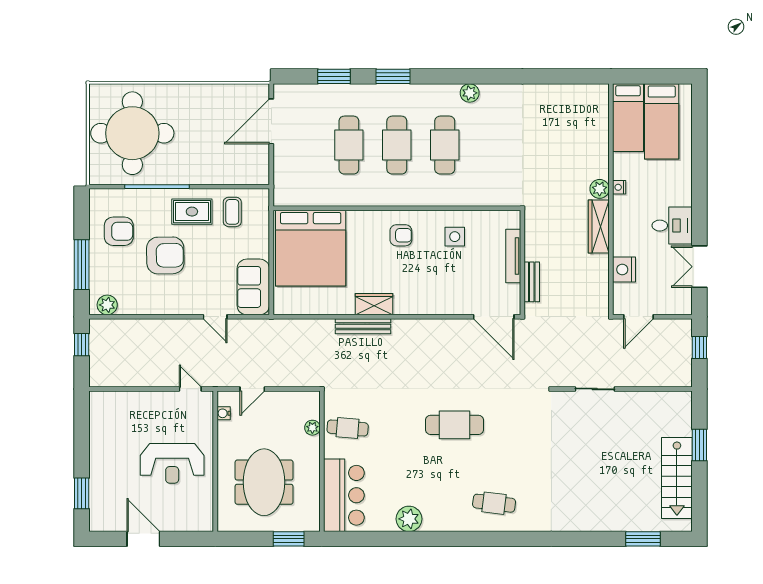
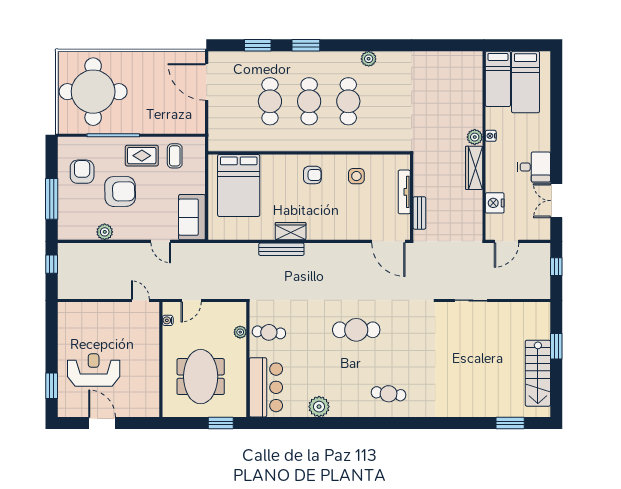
door: (271, 121) -> (207, 82), hinge flipped
armchair: (119, 231) -> (82, 172), turned -90
bed: (311, 248) -> (239, 185), width x0.73
plant: (107, 305) -> (105, 232), moved
reception desk: (172, 463) -> (94, 370), moved, turned 180

